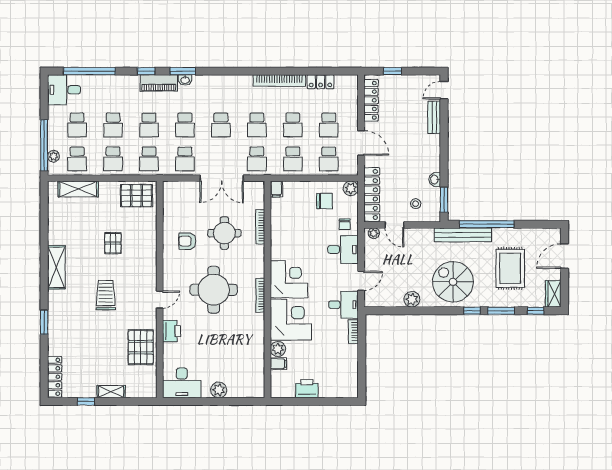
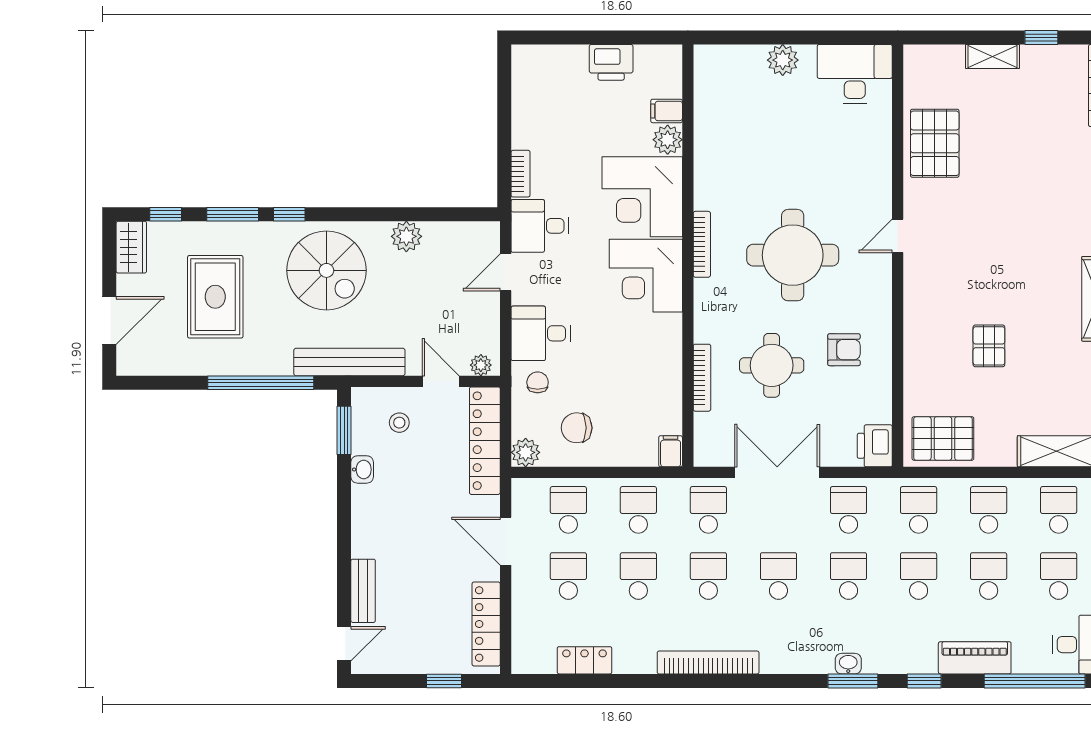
bookcase: (279, 81) -> (708, 662), moved
piano: (159, 83) -> (975, 658), moved
bench: (463, 235) -> (349, 362), moved
trolley: (106, 295) -> (1003, 245), removed
printer: (171, 331) -> (875, 446), moved

